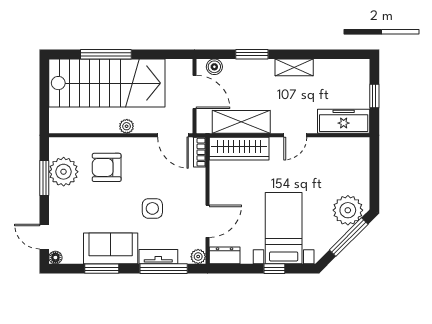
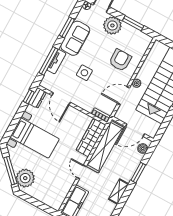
shelving: (241, 122) -> (105, 147), width x1.47
door: (173, 135) -> (123, 96), moved
plant: (64, 172) -> (112, 25), moved
plant: (198, 257) -> (45, 83), removed
window: (274, 269) -> (29, 97), moved

